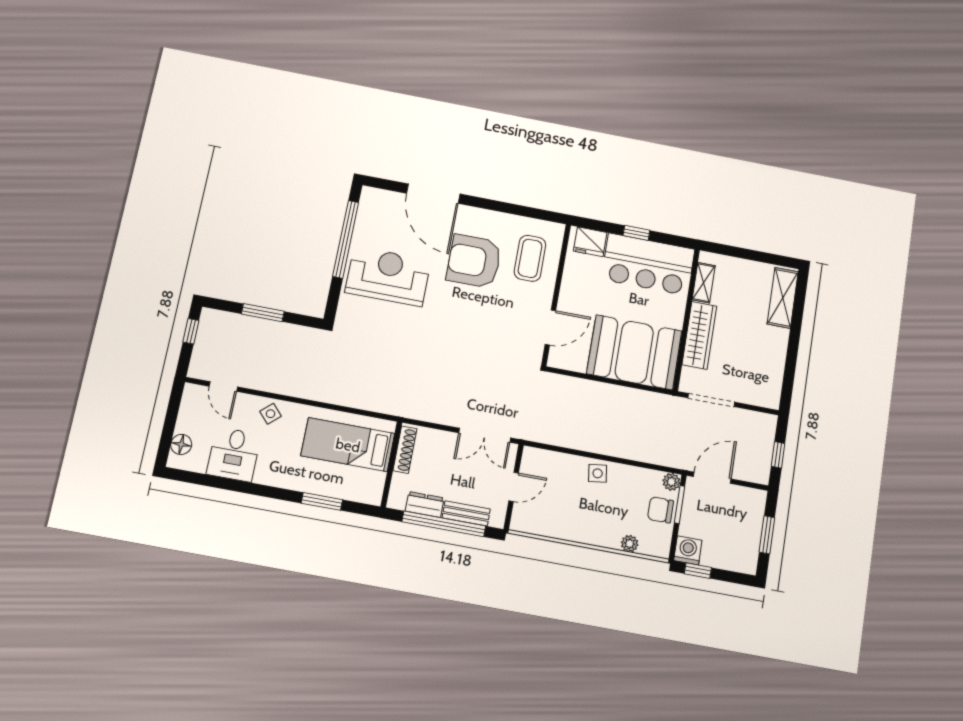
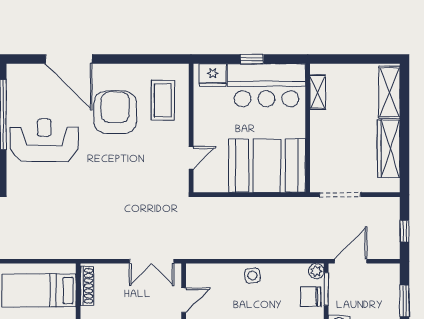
armchair: (474, 261) -> (115, 112), turned 90
door: (550, 327) -> (191, 158), width x0.73
wardrobe: (699, 335) -> (389, 149), moved, turned 180

